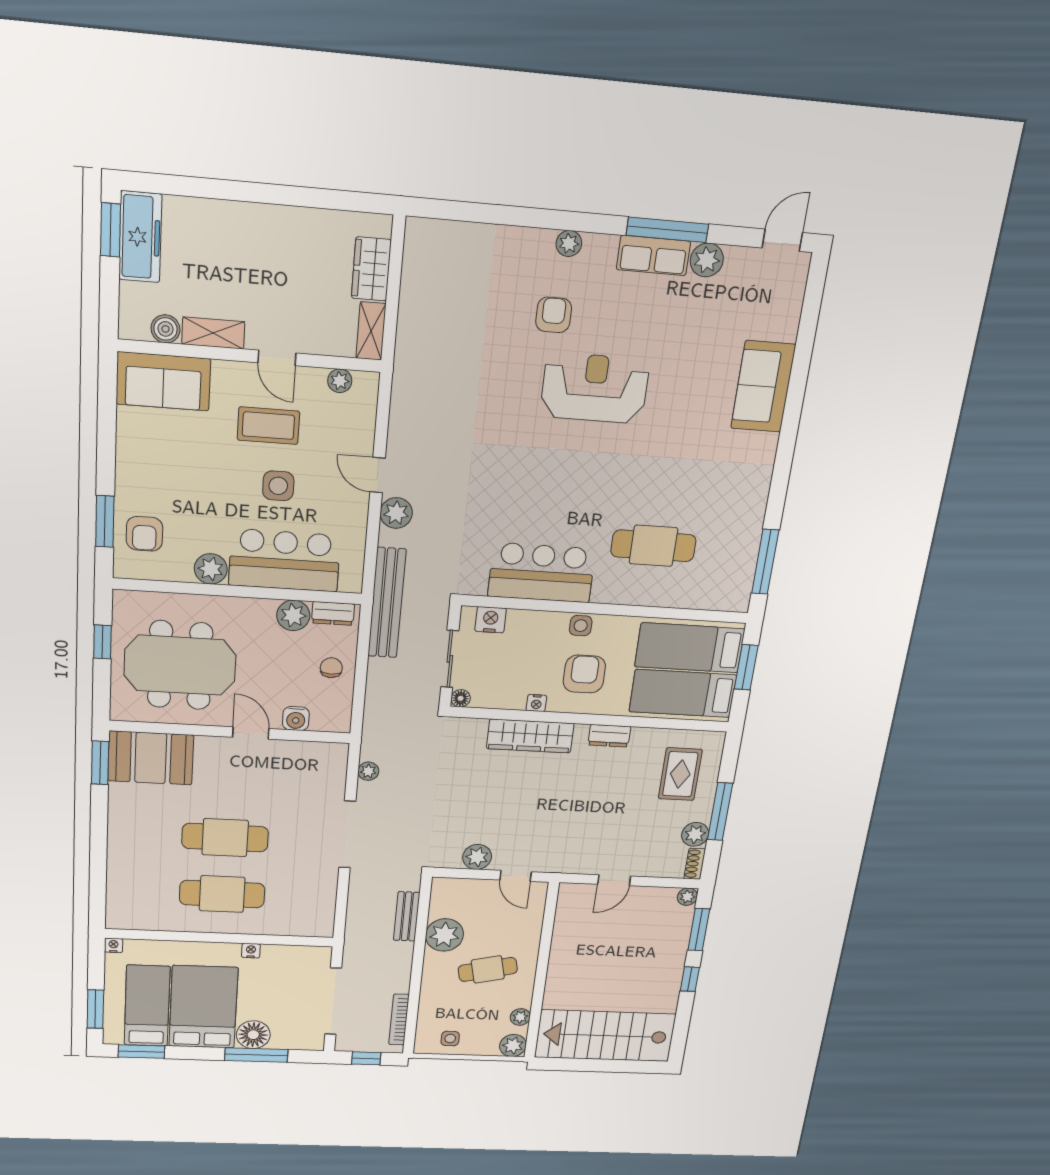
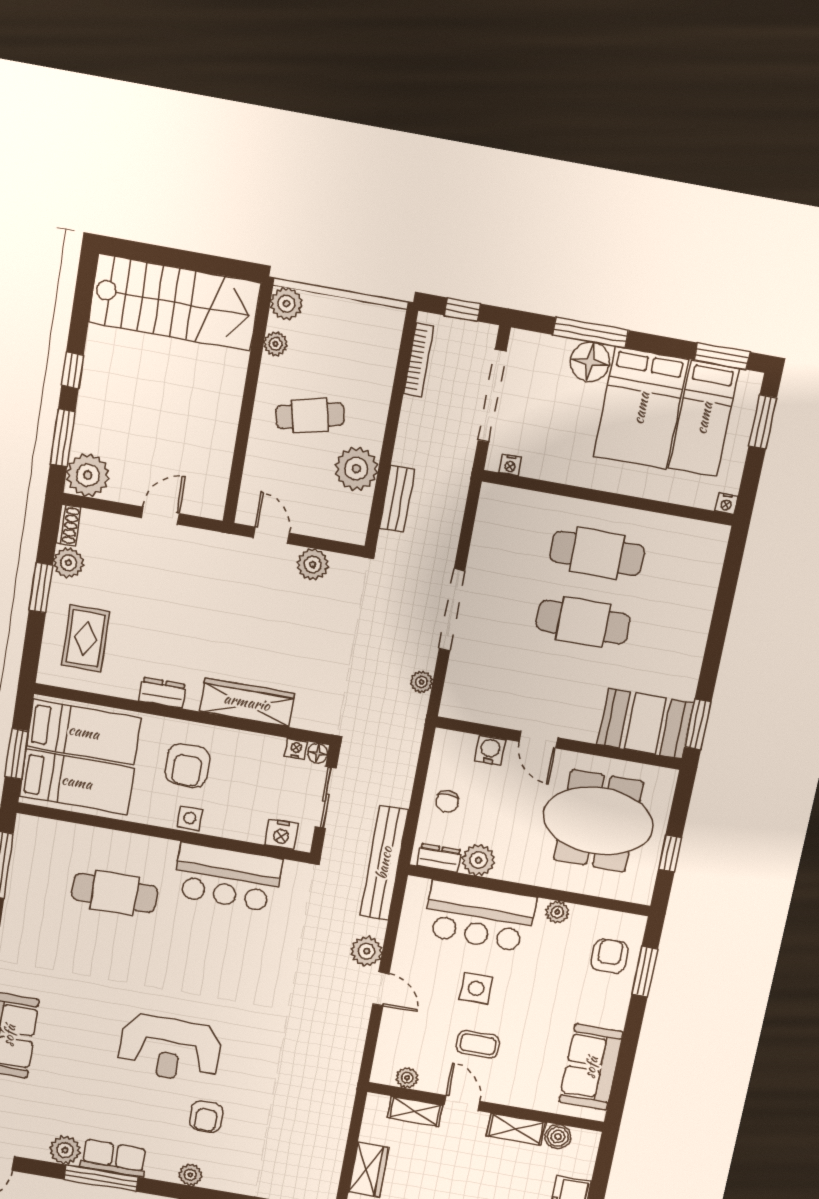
shelving: (371, 331) -> (415, 1111), moved, turned 90
sofa: (163, 381) -> (591, 1067), moved, turned -90
coffee table: (268, 426) -> (478, 1044), width x0.73, depth x0.77
plant: (211, 569) -> (557, 912), width x0.73, depth x0.73
nightstand: (536, 703) -> (296, 749), moved
window: (720, 812) -> (41, 588), width x0.69
plant: (687, 897) -> (88, 475), width x1.87, depth x1.87
nightstand: (251, 951) -> (510, 465), moved
side table: (450, 1039) -> (361, 324), removed

